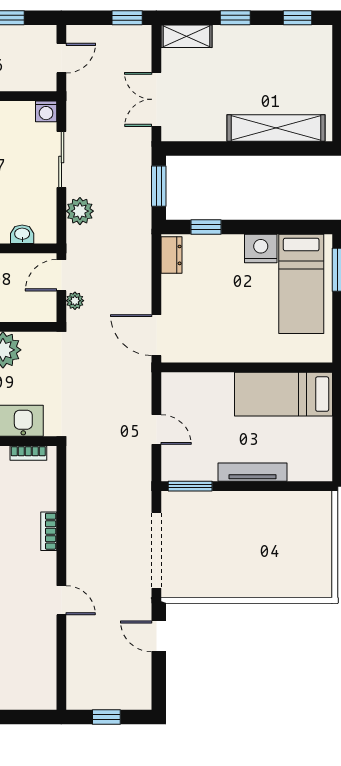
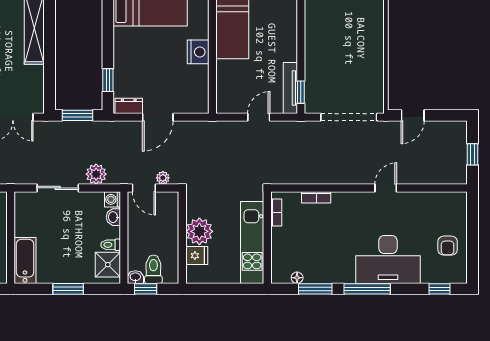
washing machine: (46, 111) -> (112, 199), moved, turned 180
nightstand: (261, 249) -> (198, 52), moved, turned 180
door: (156, 335) -> (158, 117), moved
tv unit: (252, 472) -> (290, 88), moved
window: (190, 486) -> (301, 92), width x0.67
bookcase: (49, 531) -> (316, 197), moved

